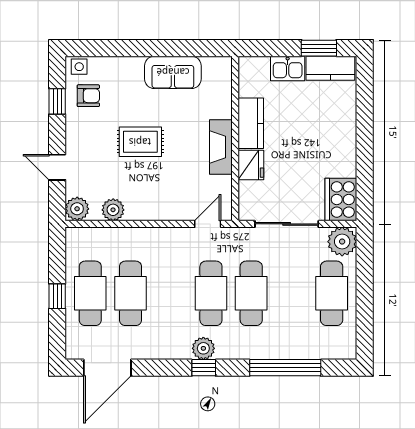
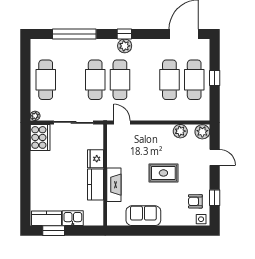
fireplace: (221, 147) -> (114, 185), moved
door: (208, 224) -> (122, 122), swing flipped
plant: (342, 242) -> (35, 116), width x0.53, depth x0.53

